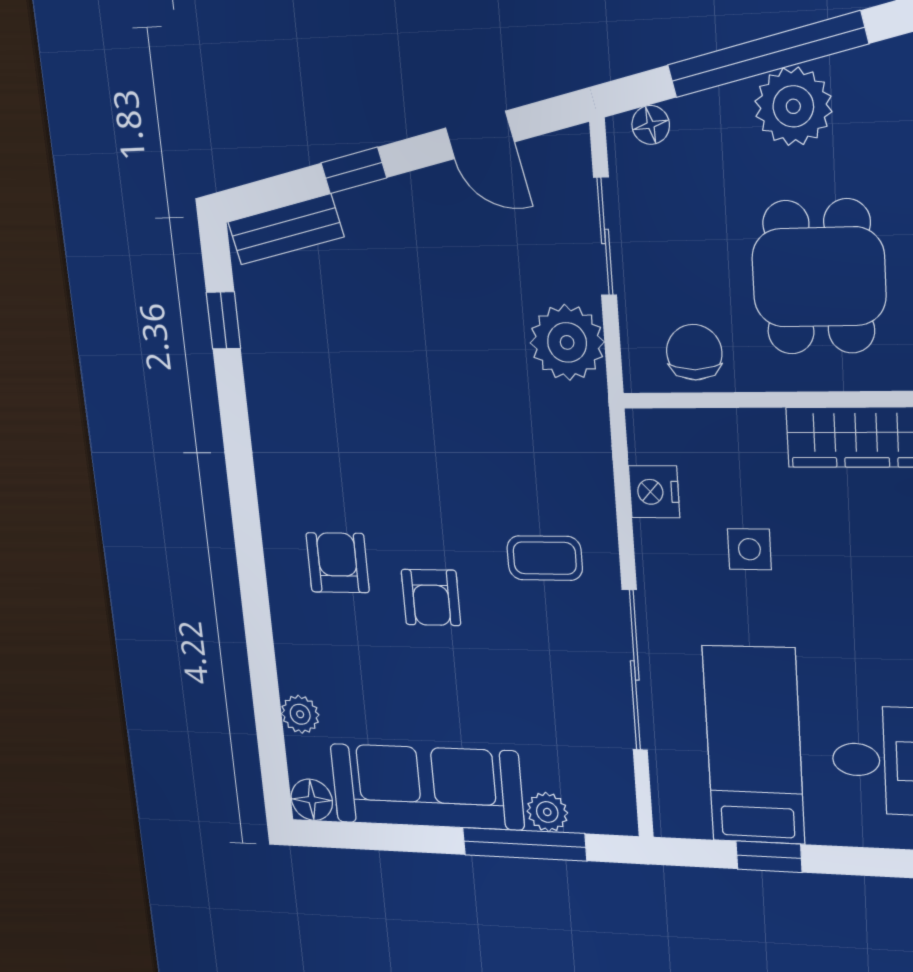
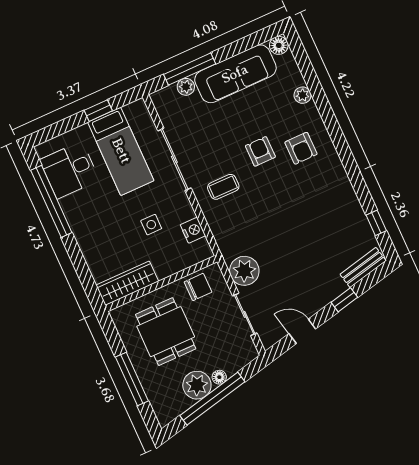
floor lamp: (651, 125) -> (219, 377), moved
chair: (694, 352) -> (198, 287), turned -90
plant: (300, 714) -> (303, 95), moved

